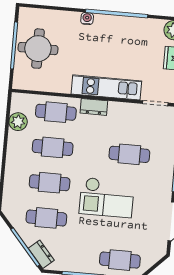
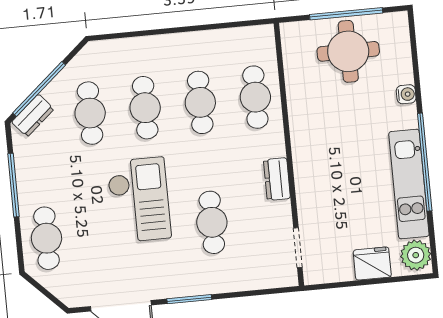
water cooler: (87, 19) -> (406, 94), moved
kitchen unit: (106, 87) -> (409, 184), moved, turned 180
dresser: (94, 107) -> (277, 179), moved
plant: (18, 122) -> (230, 42), removed
checkout: (107, 197) -> (139, 200), turned 180

